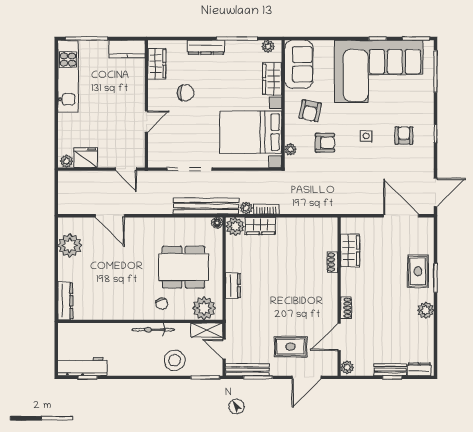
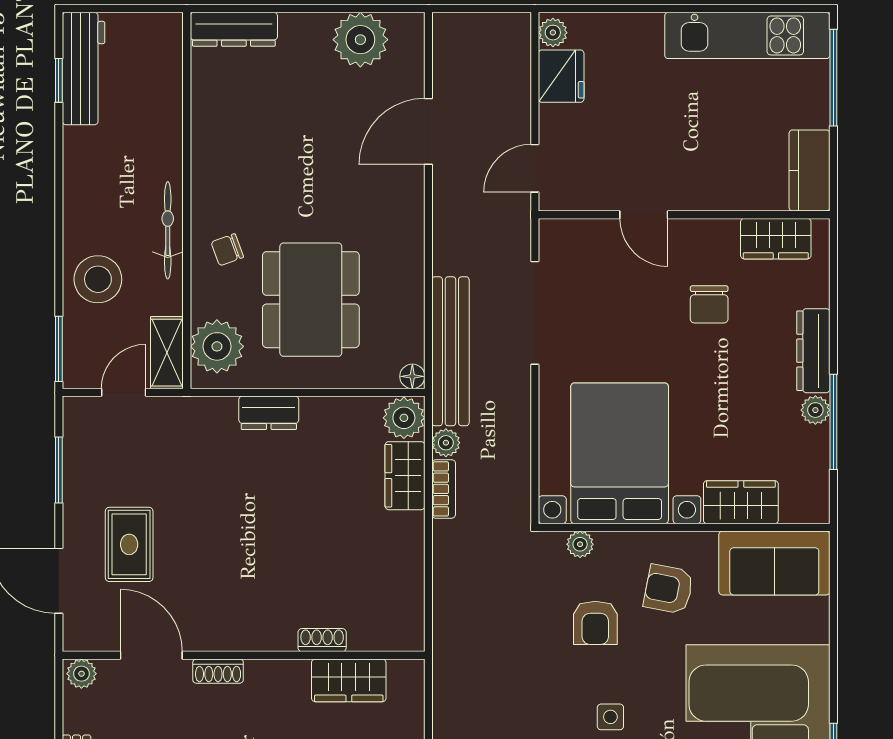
plant: (268, 46) -> (815, 410), moved
bench: (247, 370) -> (76, 446), removed

